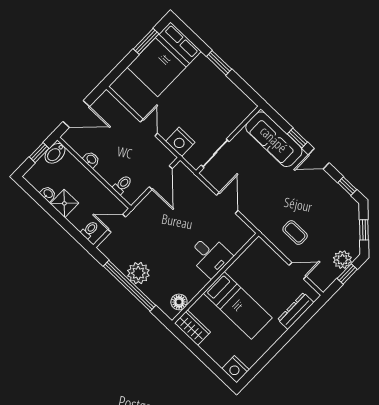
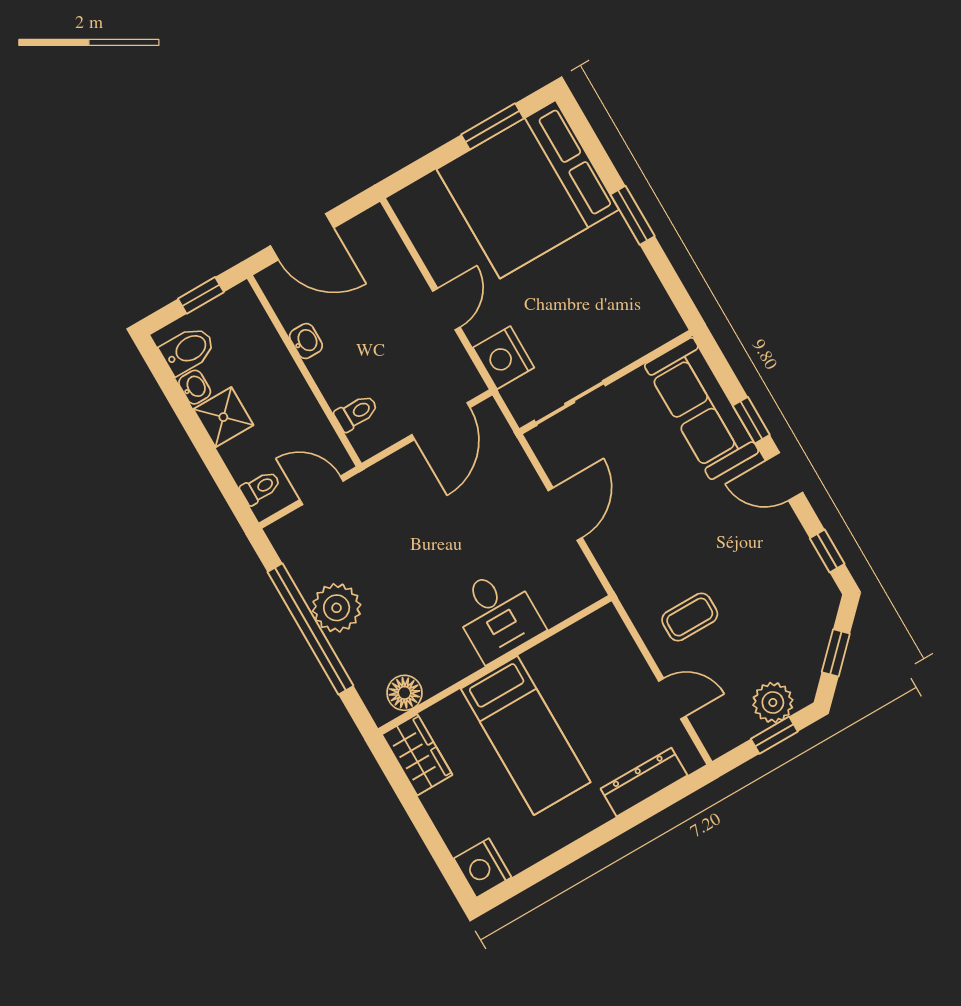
bed: (164, 59) -> (528, 189), width x1.36
bidet: (55, 153) -> (188, 350), moved, turned 180
coffee table: (295, 233) -> (690, 617), turned 90

